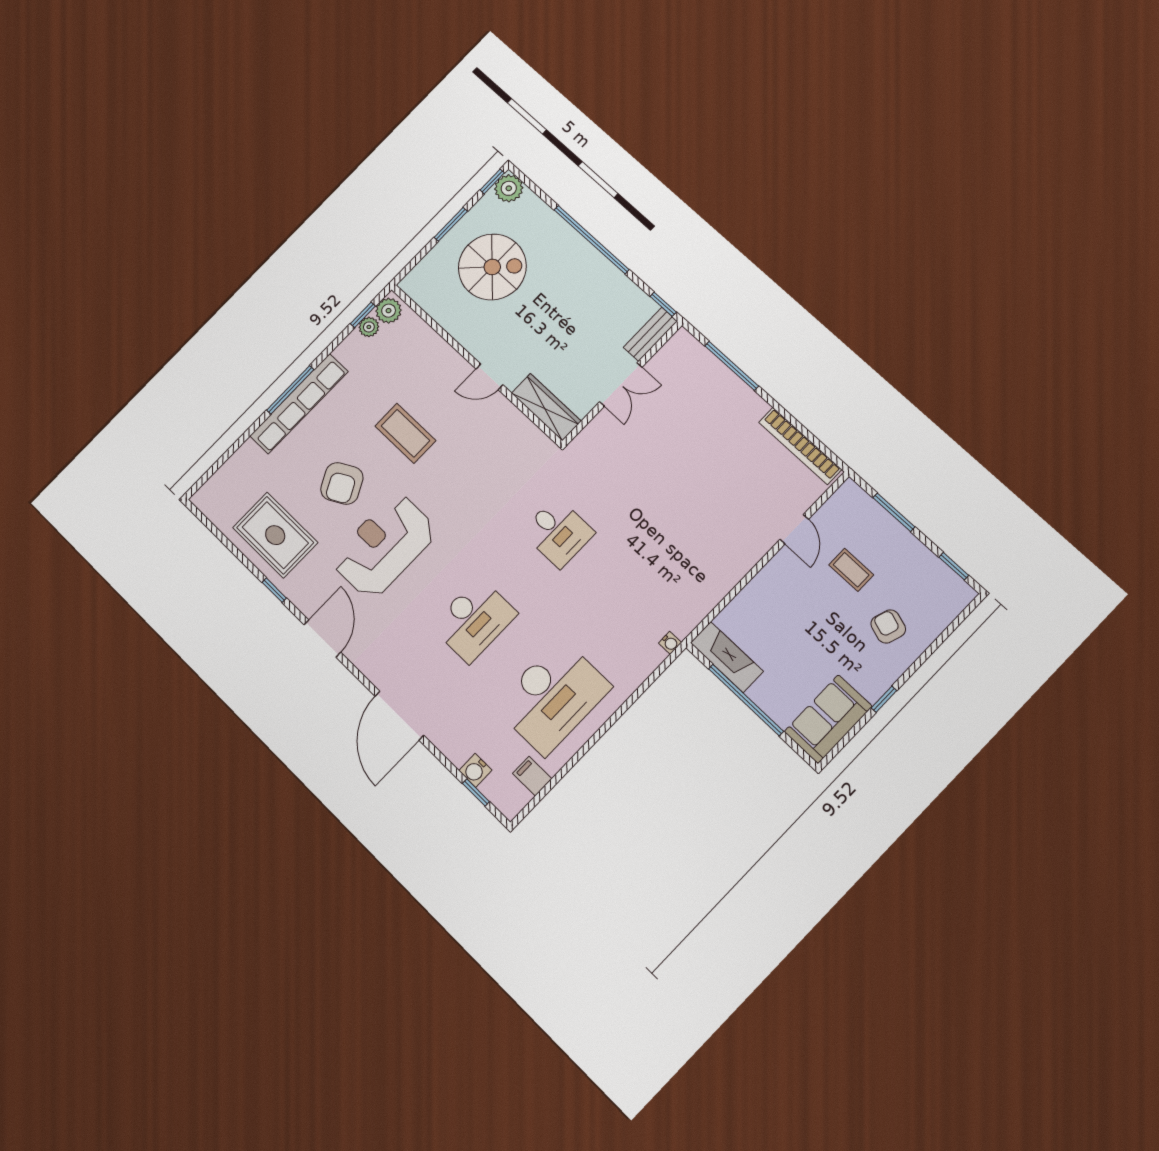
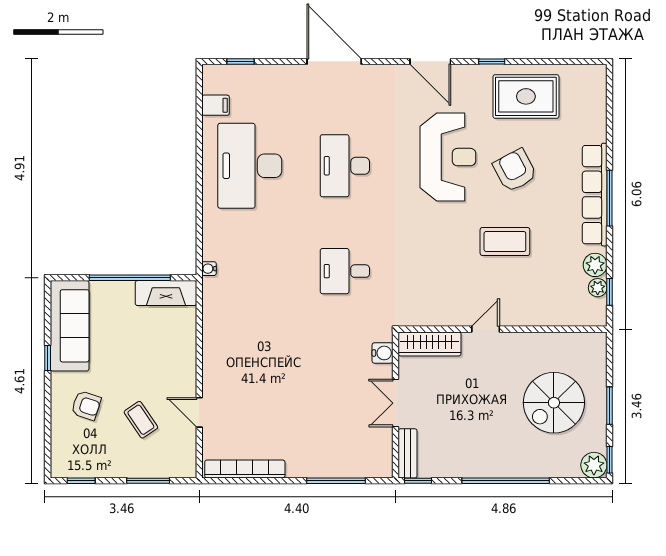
plant: (389, 311) -> (595, 265), moved
coffee table: (851, 570) -> (141, 420), turned 56
sofa: (828, 719) -> (70, 326), width x1.36
water cooler: (475, 770) -> (383, 353), moved, turned 90

